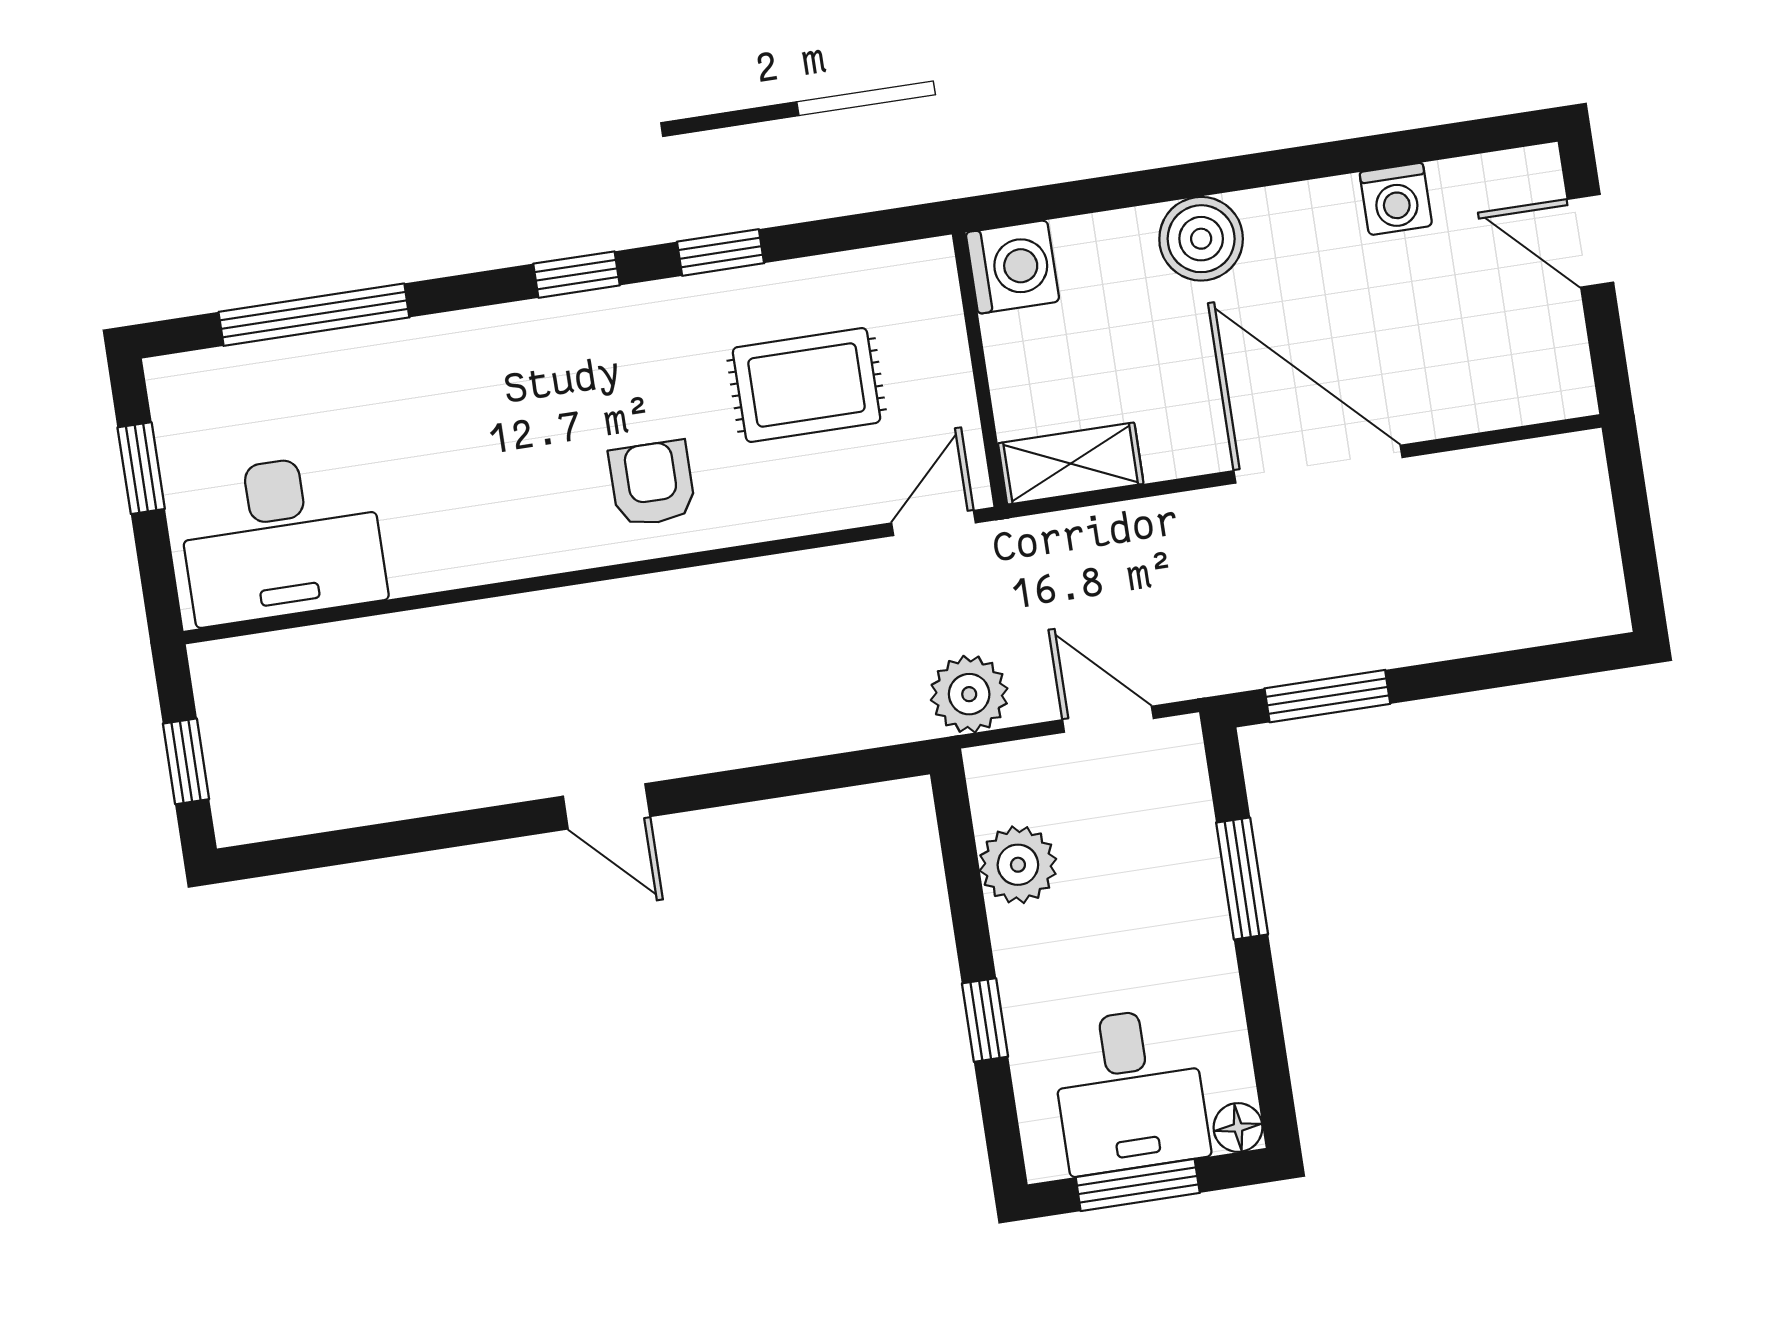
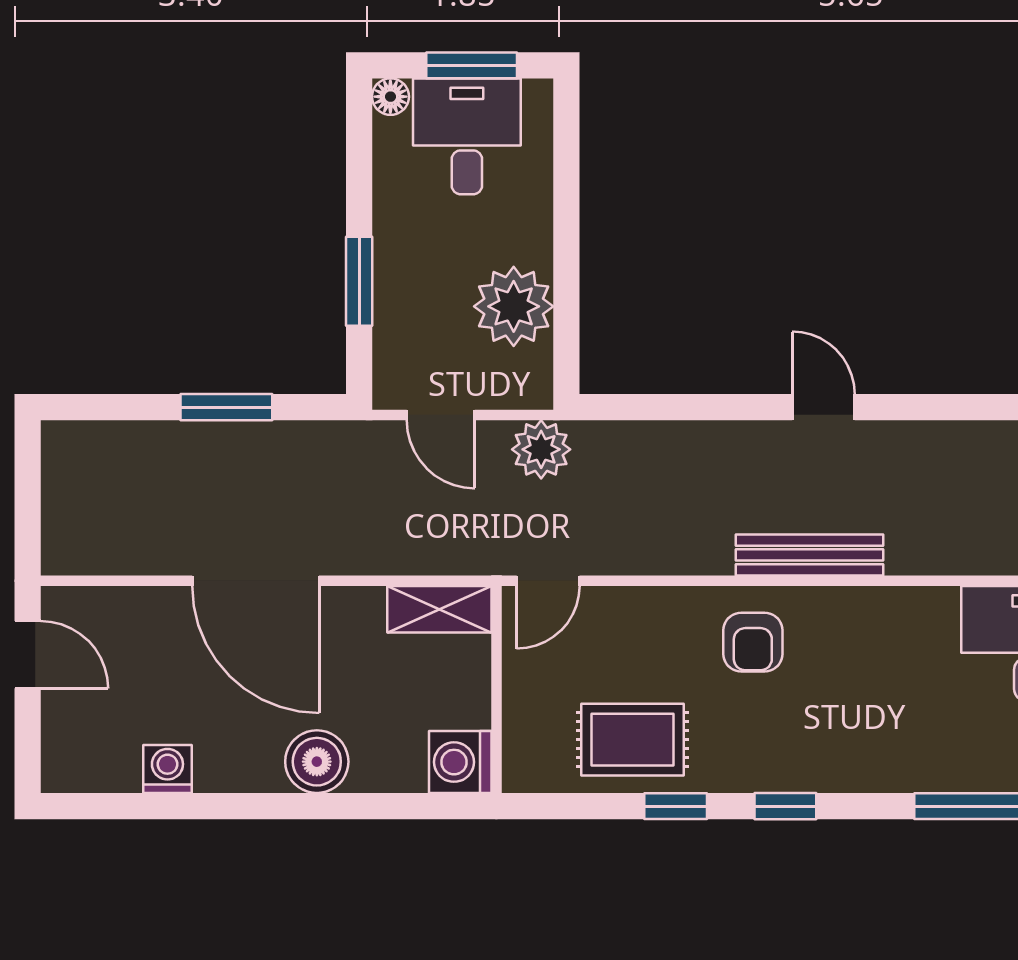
door: (1590, 241) -> (28, 655), moved
rug: (807, 385) -> (633, 740), moved
bench: (595, 609) -> (809, 555), added
window: (1327, 696) -> (226, 407), moved
plant: (1018, 865) -> (514, 306), width x1.36, depth x1.36
window: (985, 1020) -> (566, 205), removed

